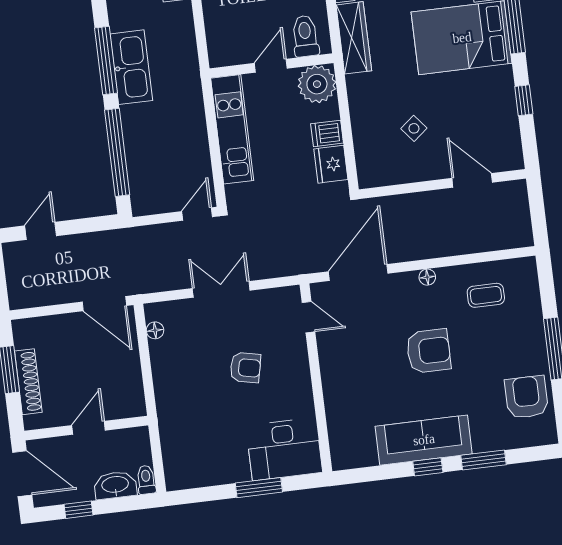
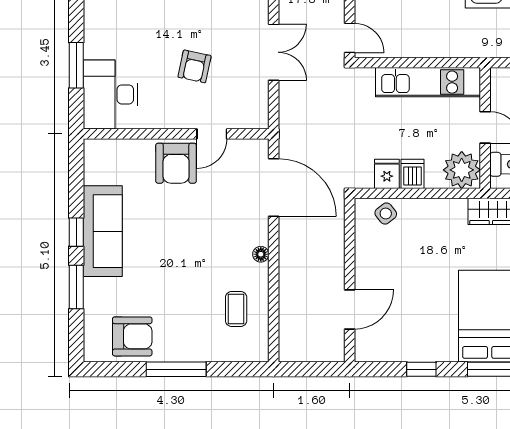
side table: (414, 128) -> (386, 214), moved
fridge: (331, 164) -> (387, 174), width x0.72
door: (309, 317) -> (212, 134), moved
armchair: (429, 351) -> (176, 163), moved

